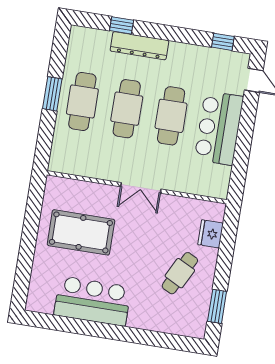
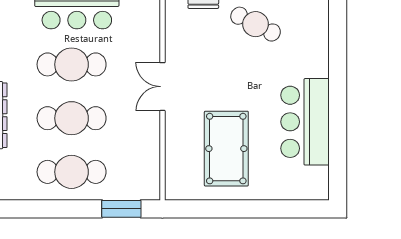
window: (52, 94) -> (121, 209), moved
double door: (141, 188) -> (162, 87), swing flipped

